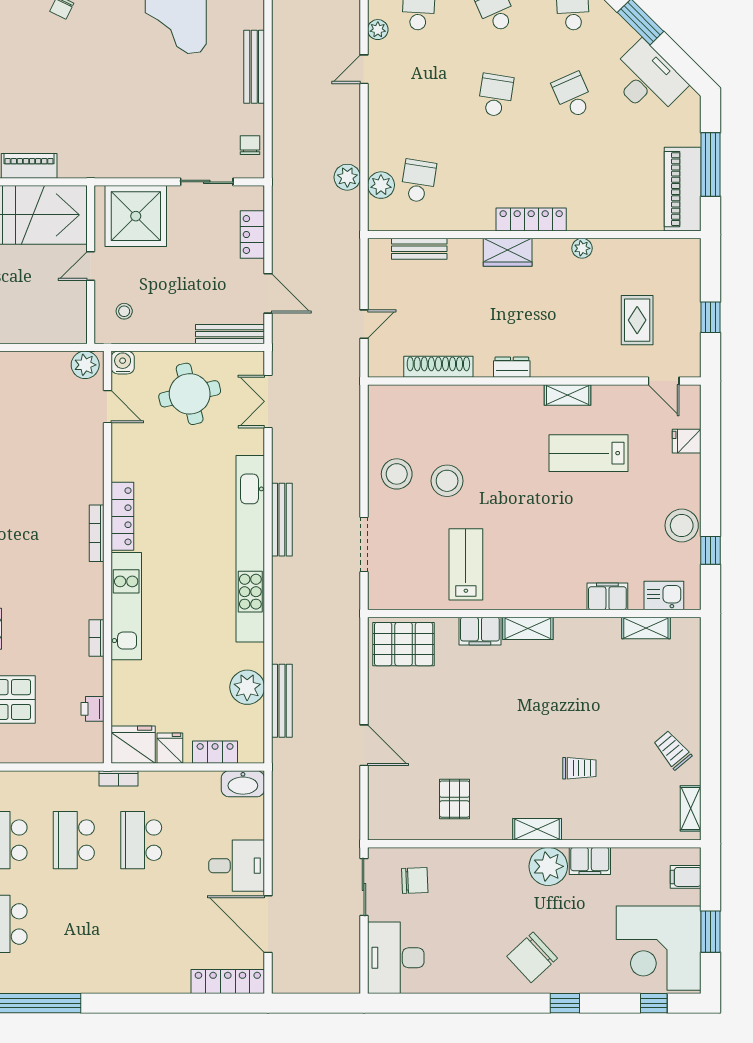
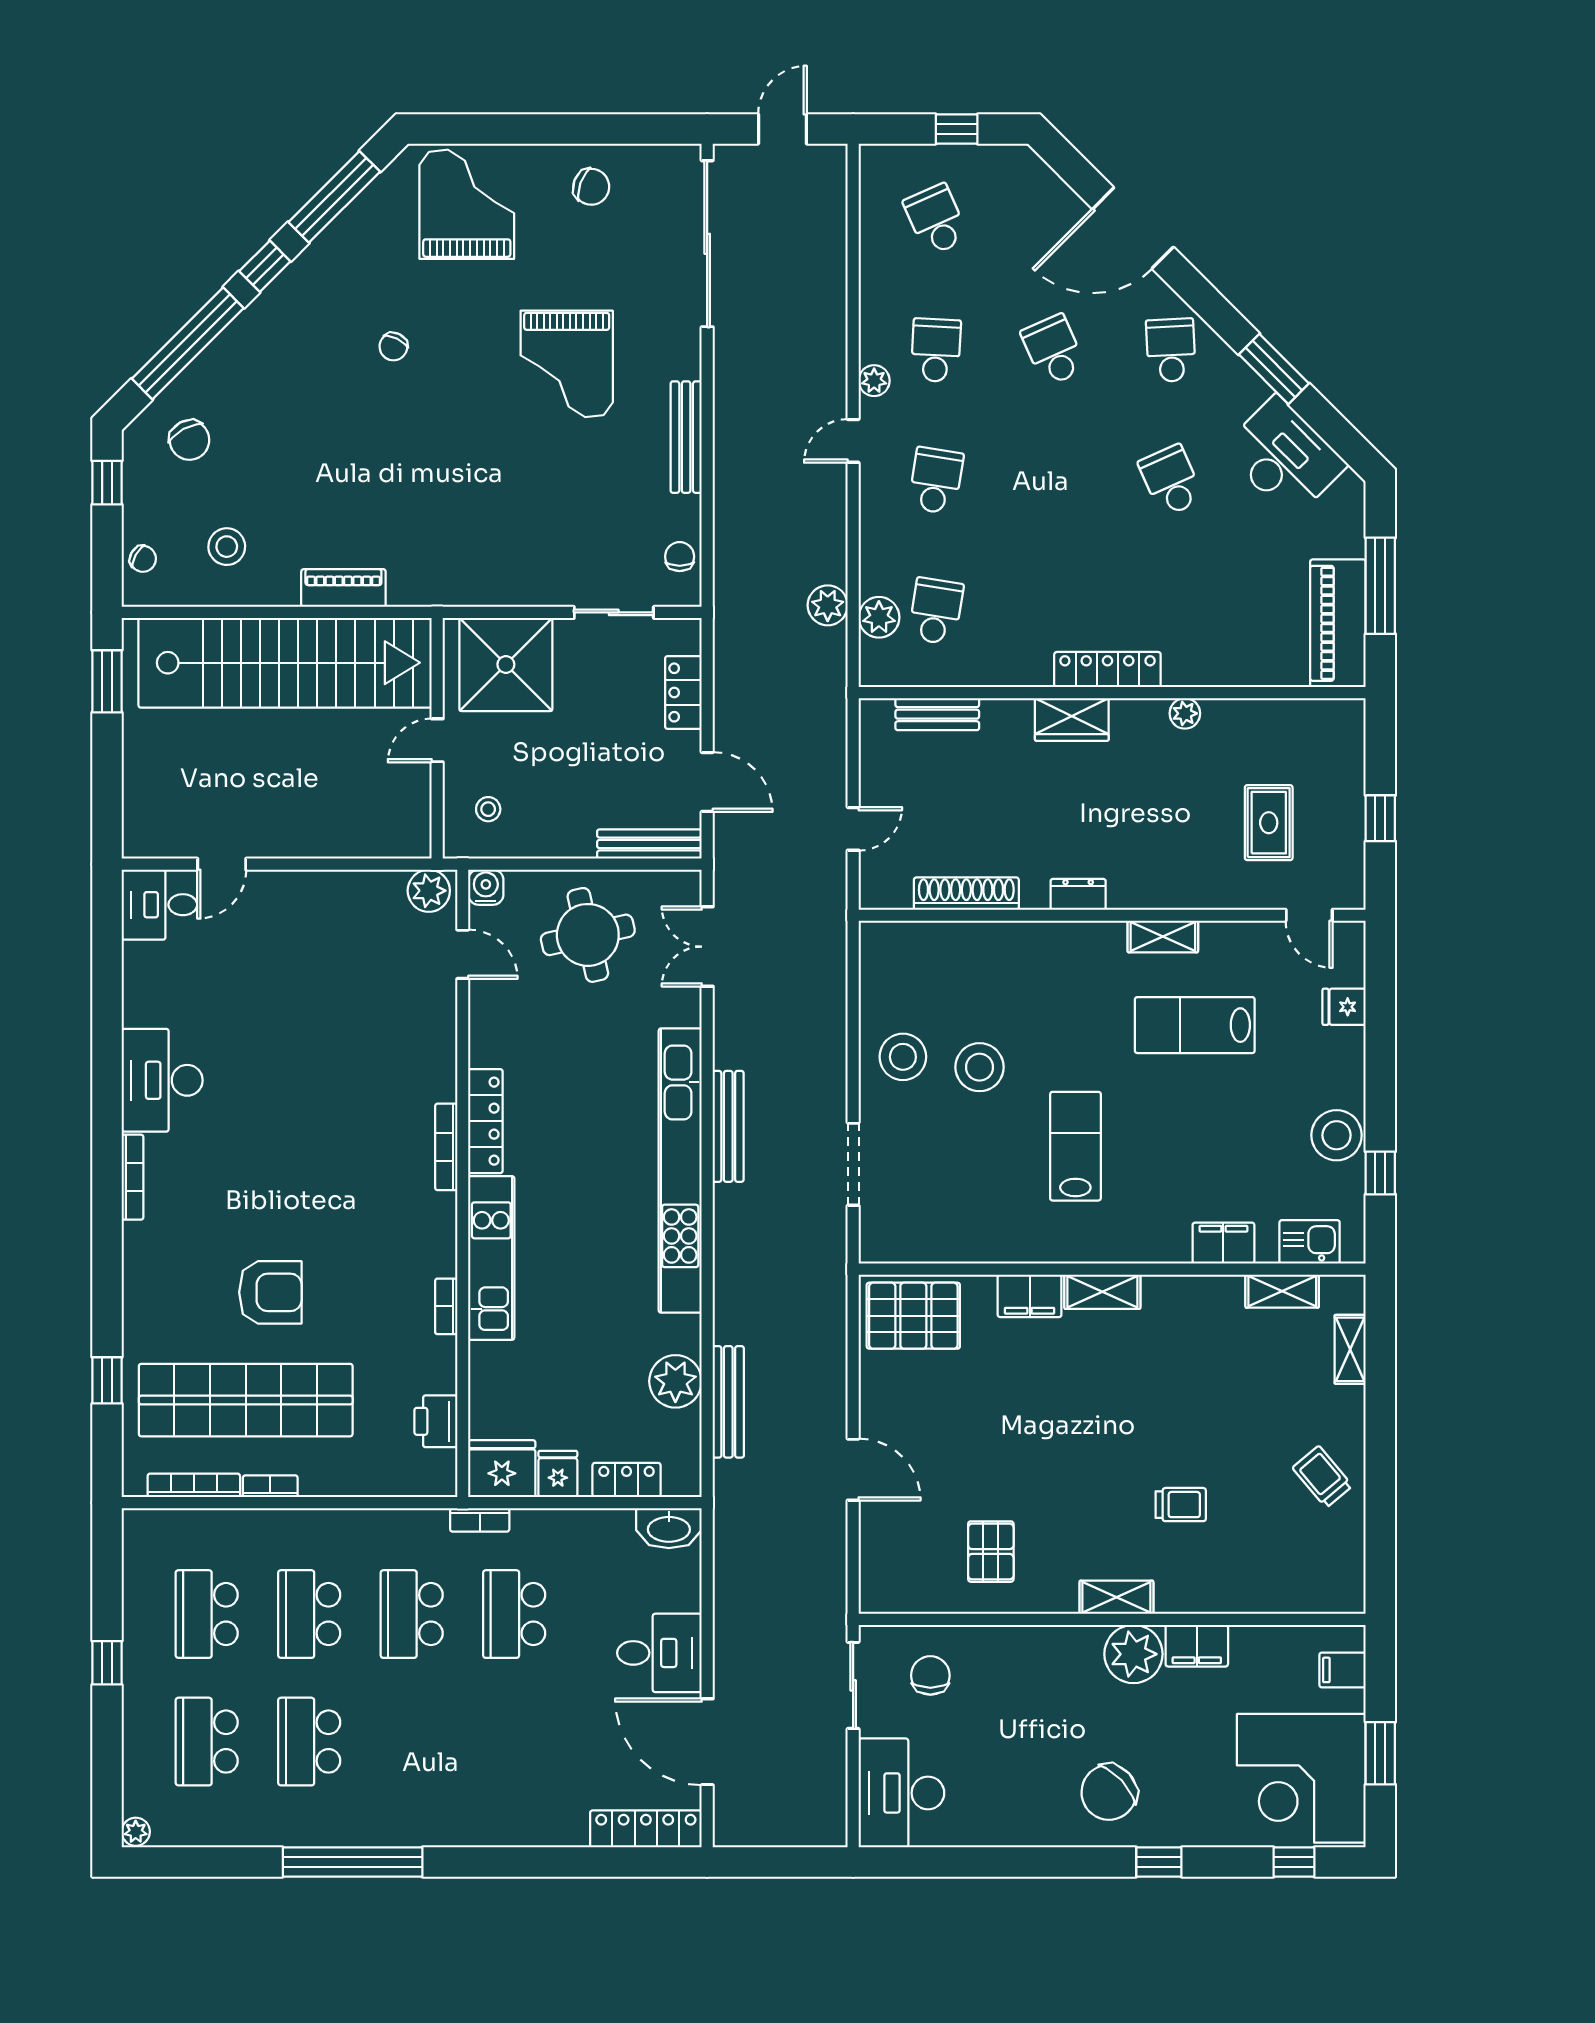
school desk: (496, 95) -> (936, 481), moved
lab bench: (466, 564) -> (1075, 1146), moved
printer: (92, 709) -> (436, 1421), width x1.36, depth x1.24
shelving: (691, 808) -> (1350, 1349), moved
chair: (415, 881) -> (930, 1675), turned -88

